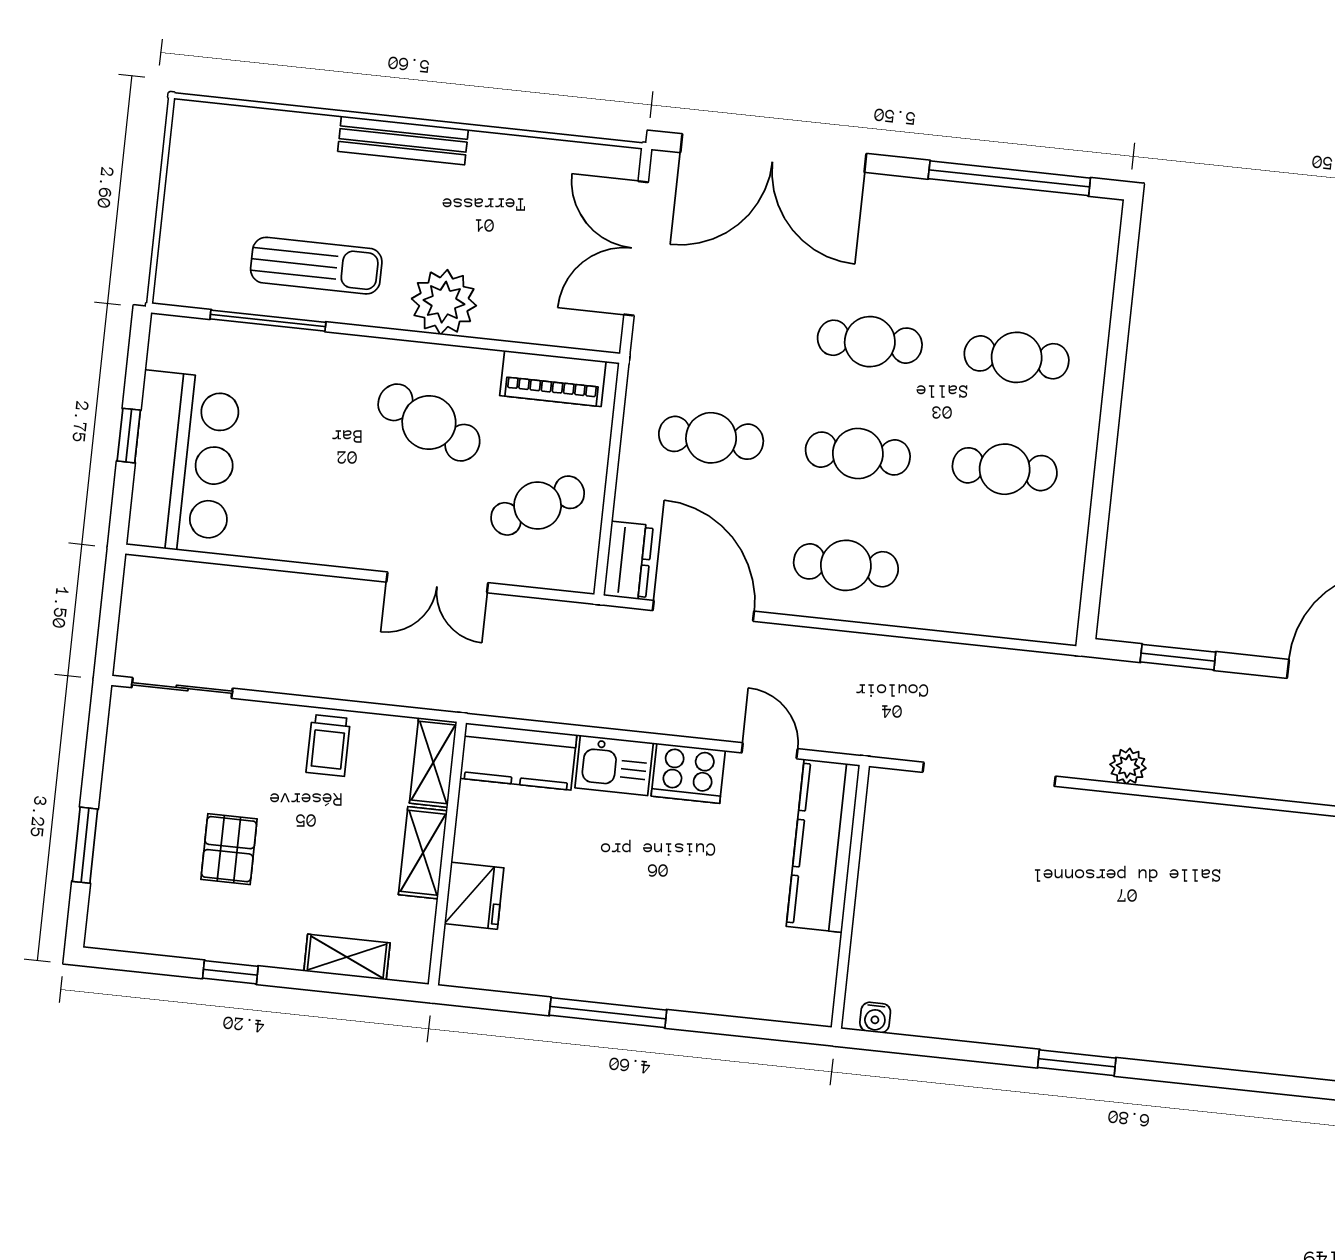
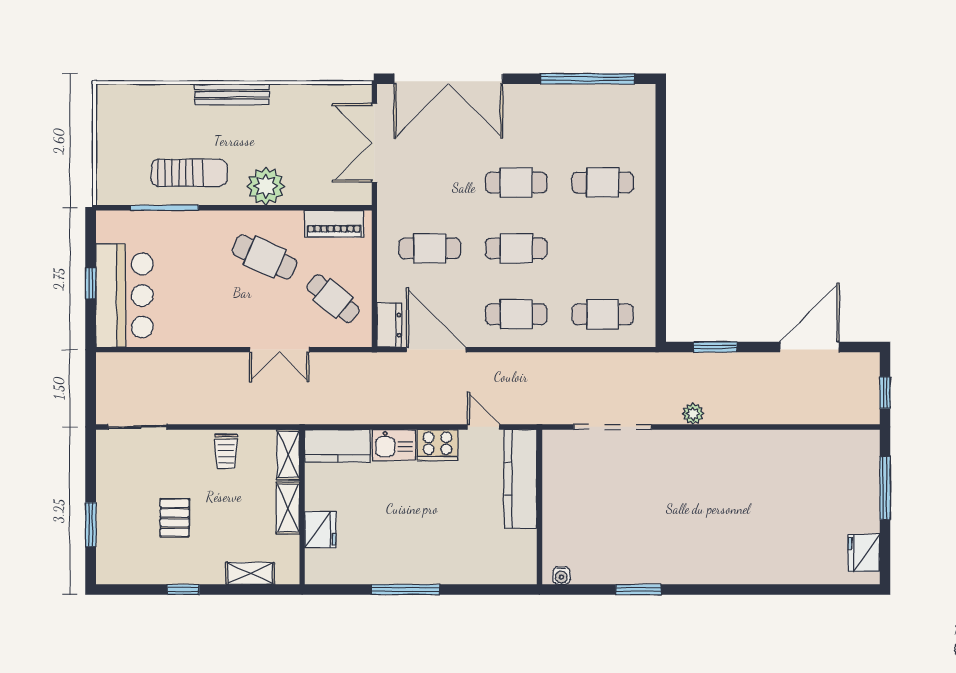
cafe table: (1005, 469) -> (603, 314), moved
cafe table: (538, 506) -> (333, 299), turned 69
window: (1077, 1063) -> (638, 589), moved

